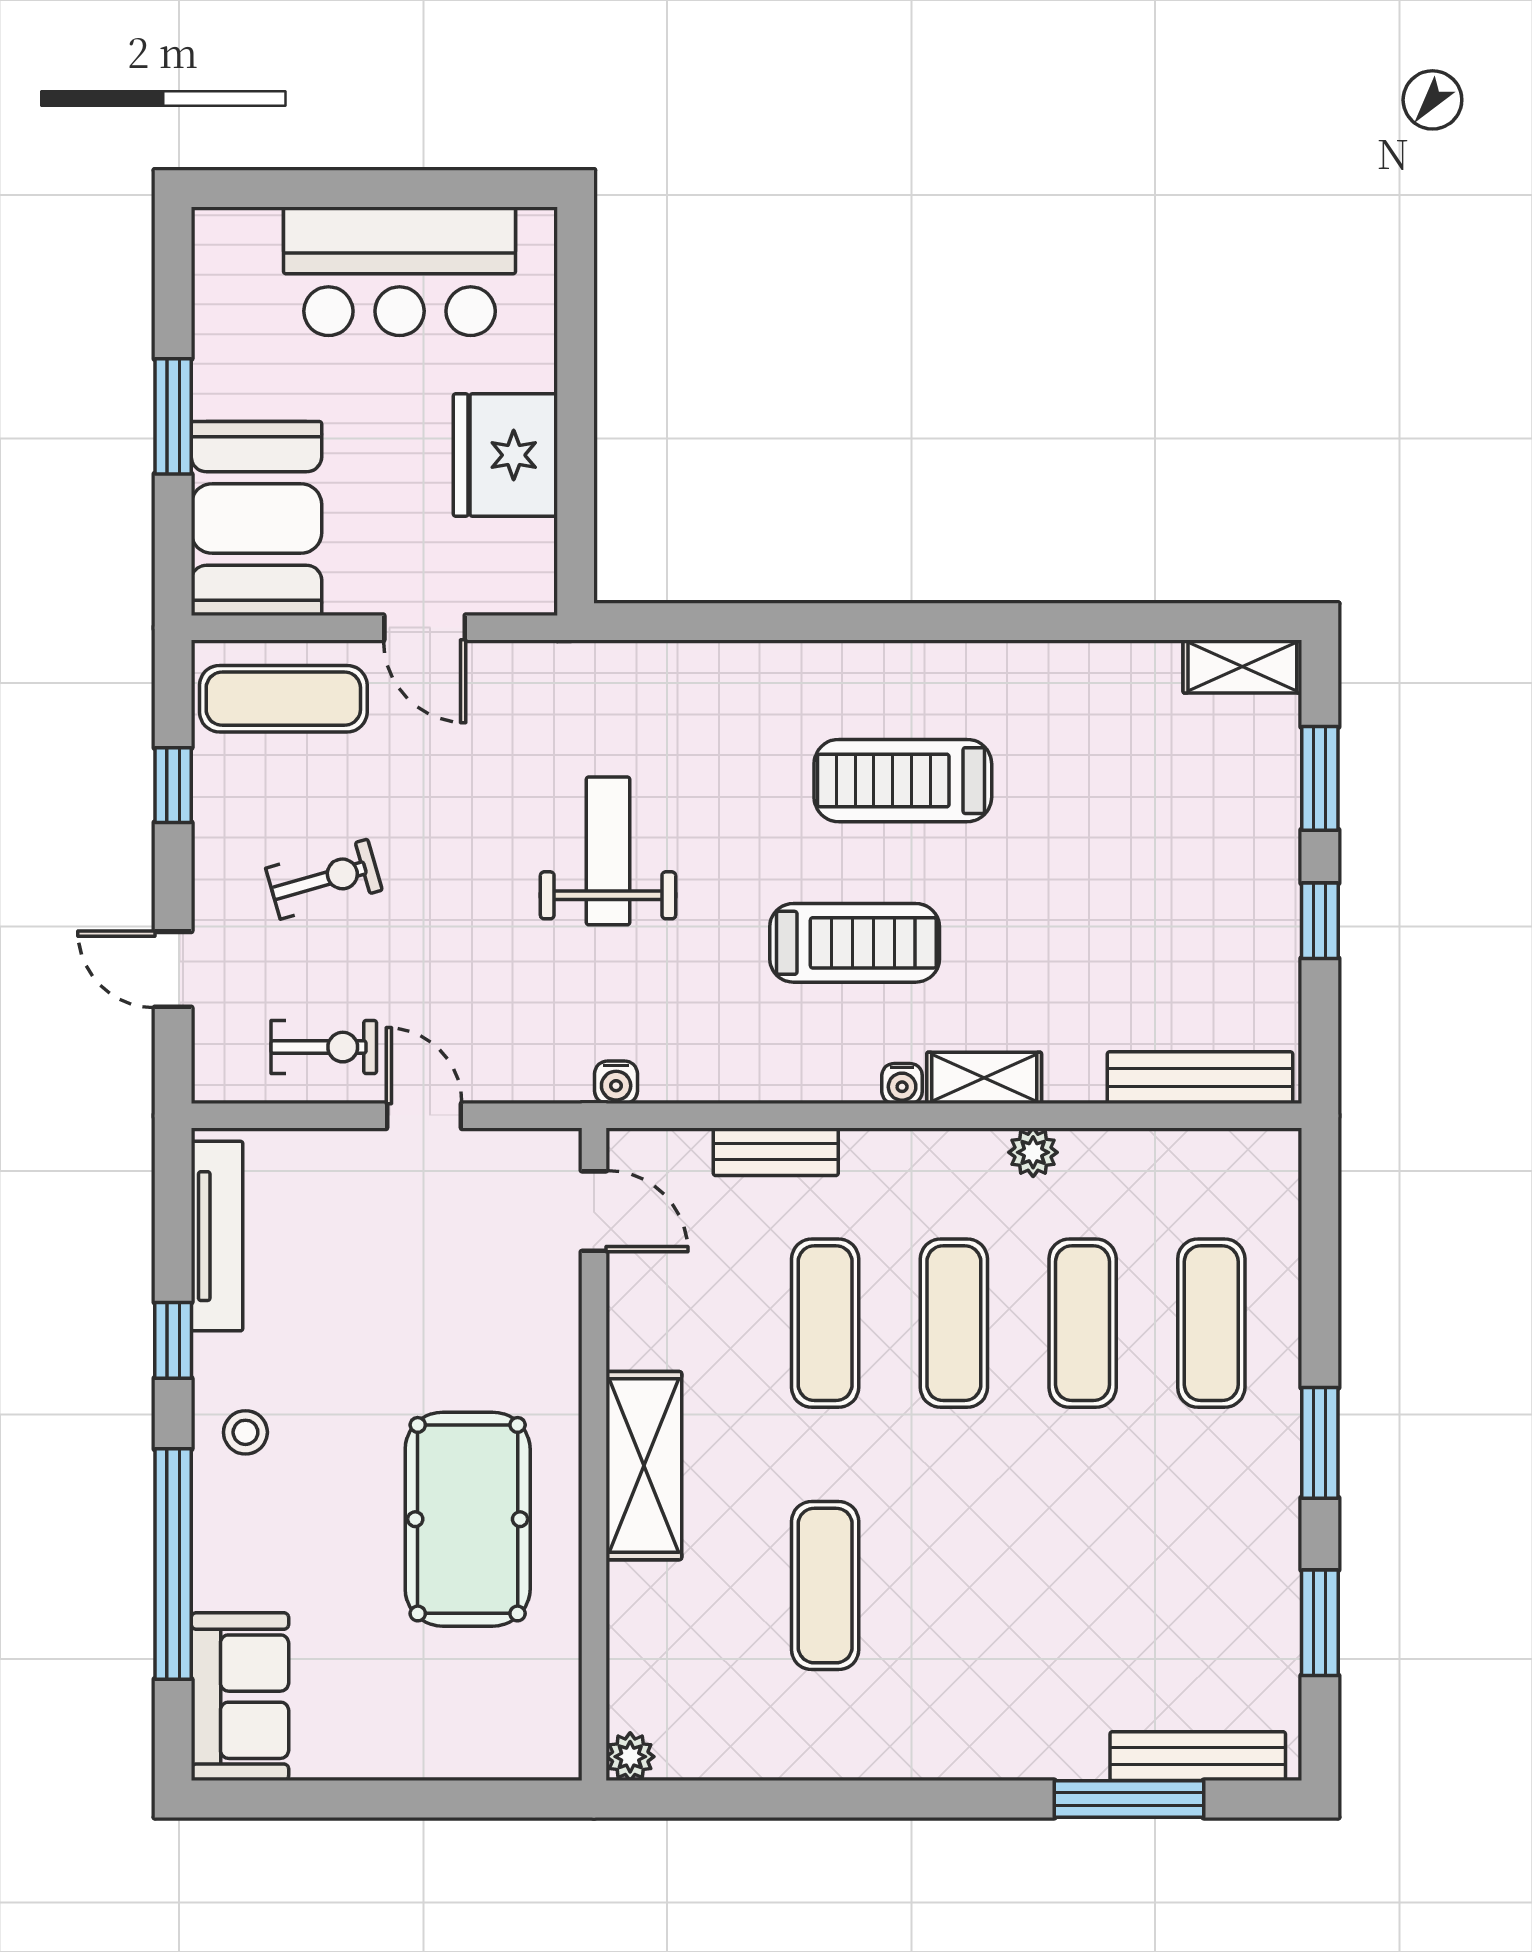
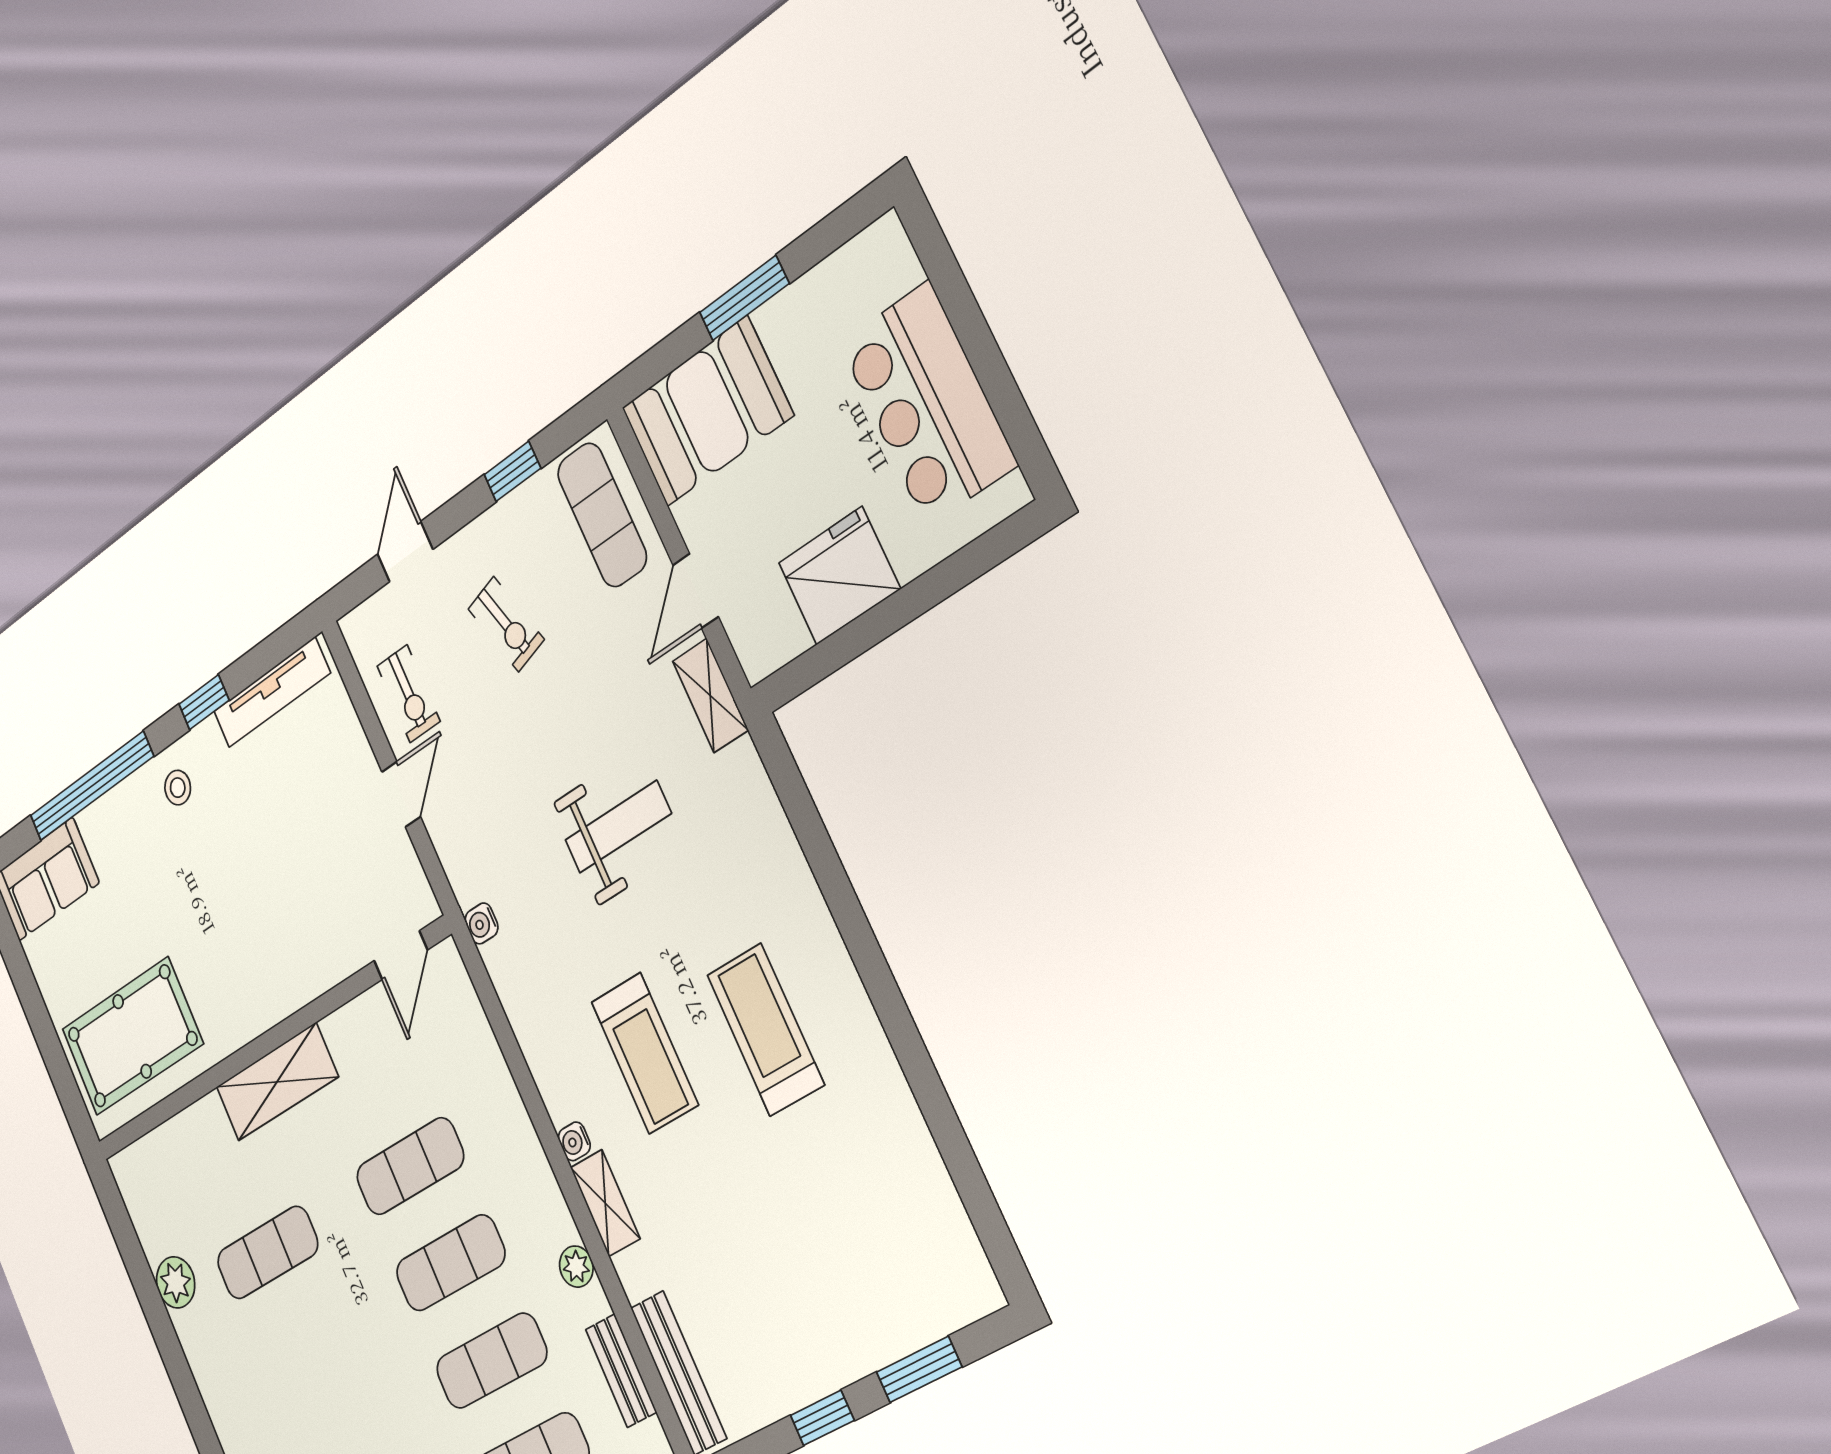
shelving: (1242, 667) -> (710, 696), moved
bench: (776, 1152) -> (621, 1371), moved
pool table: (468, 1519) -> (132, 1036), moved
plant: (630, 1757) -> (176, 1282), moved, width x1.38, depth x1.38

